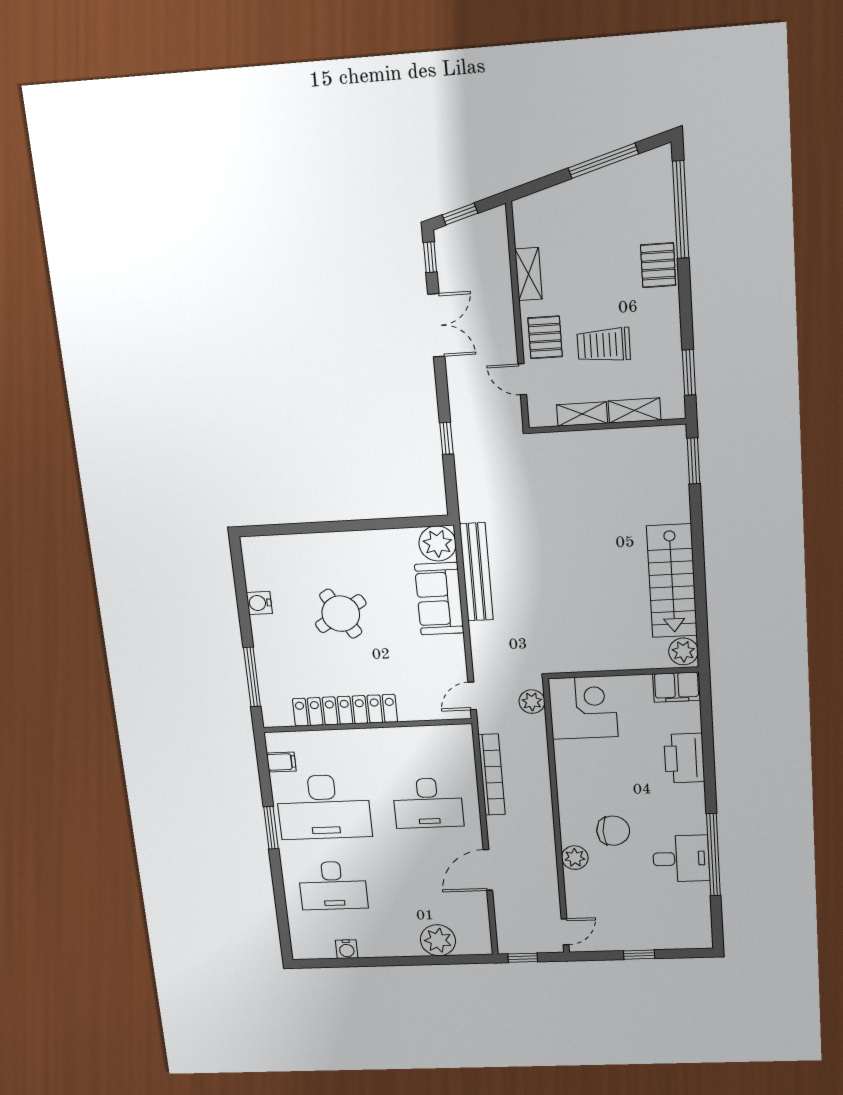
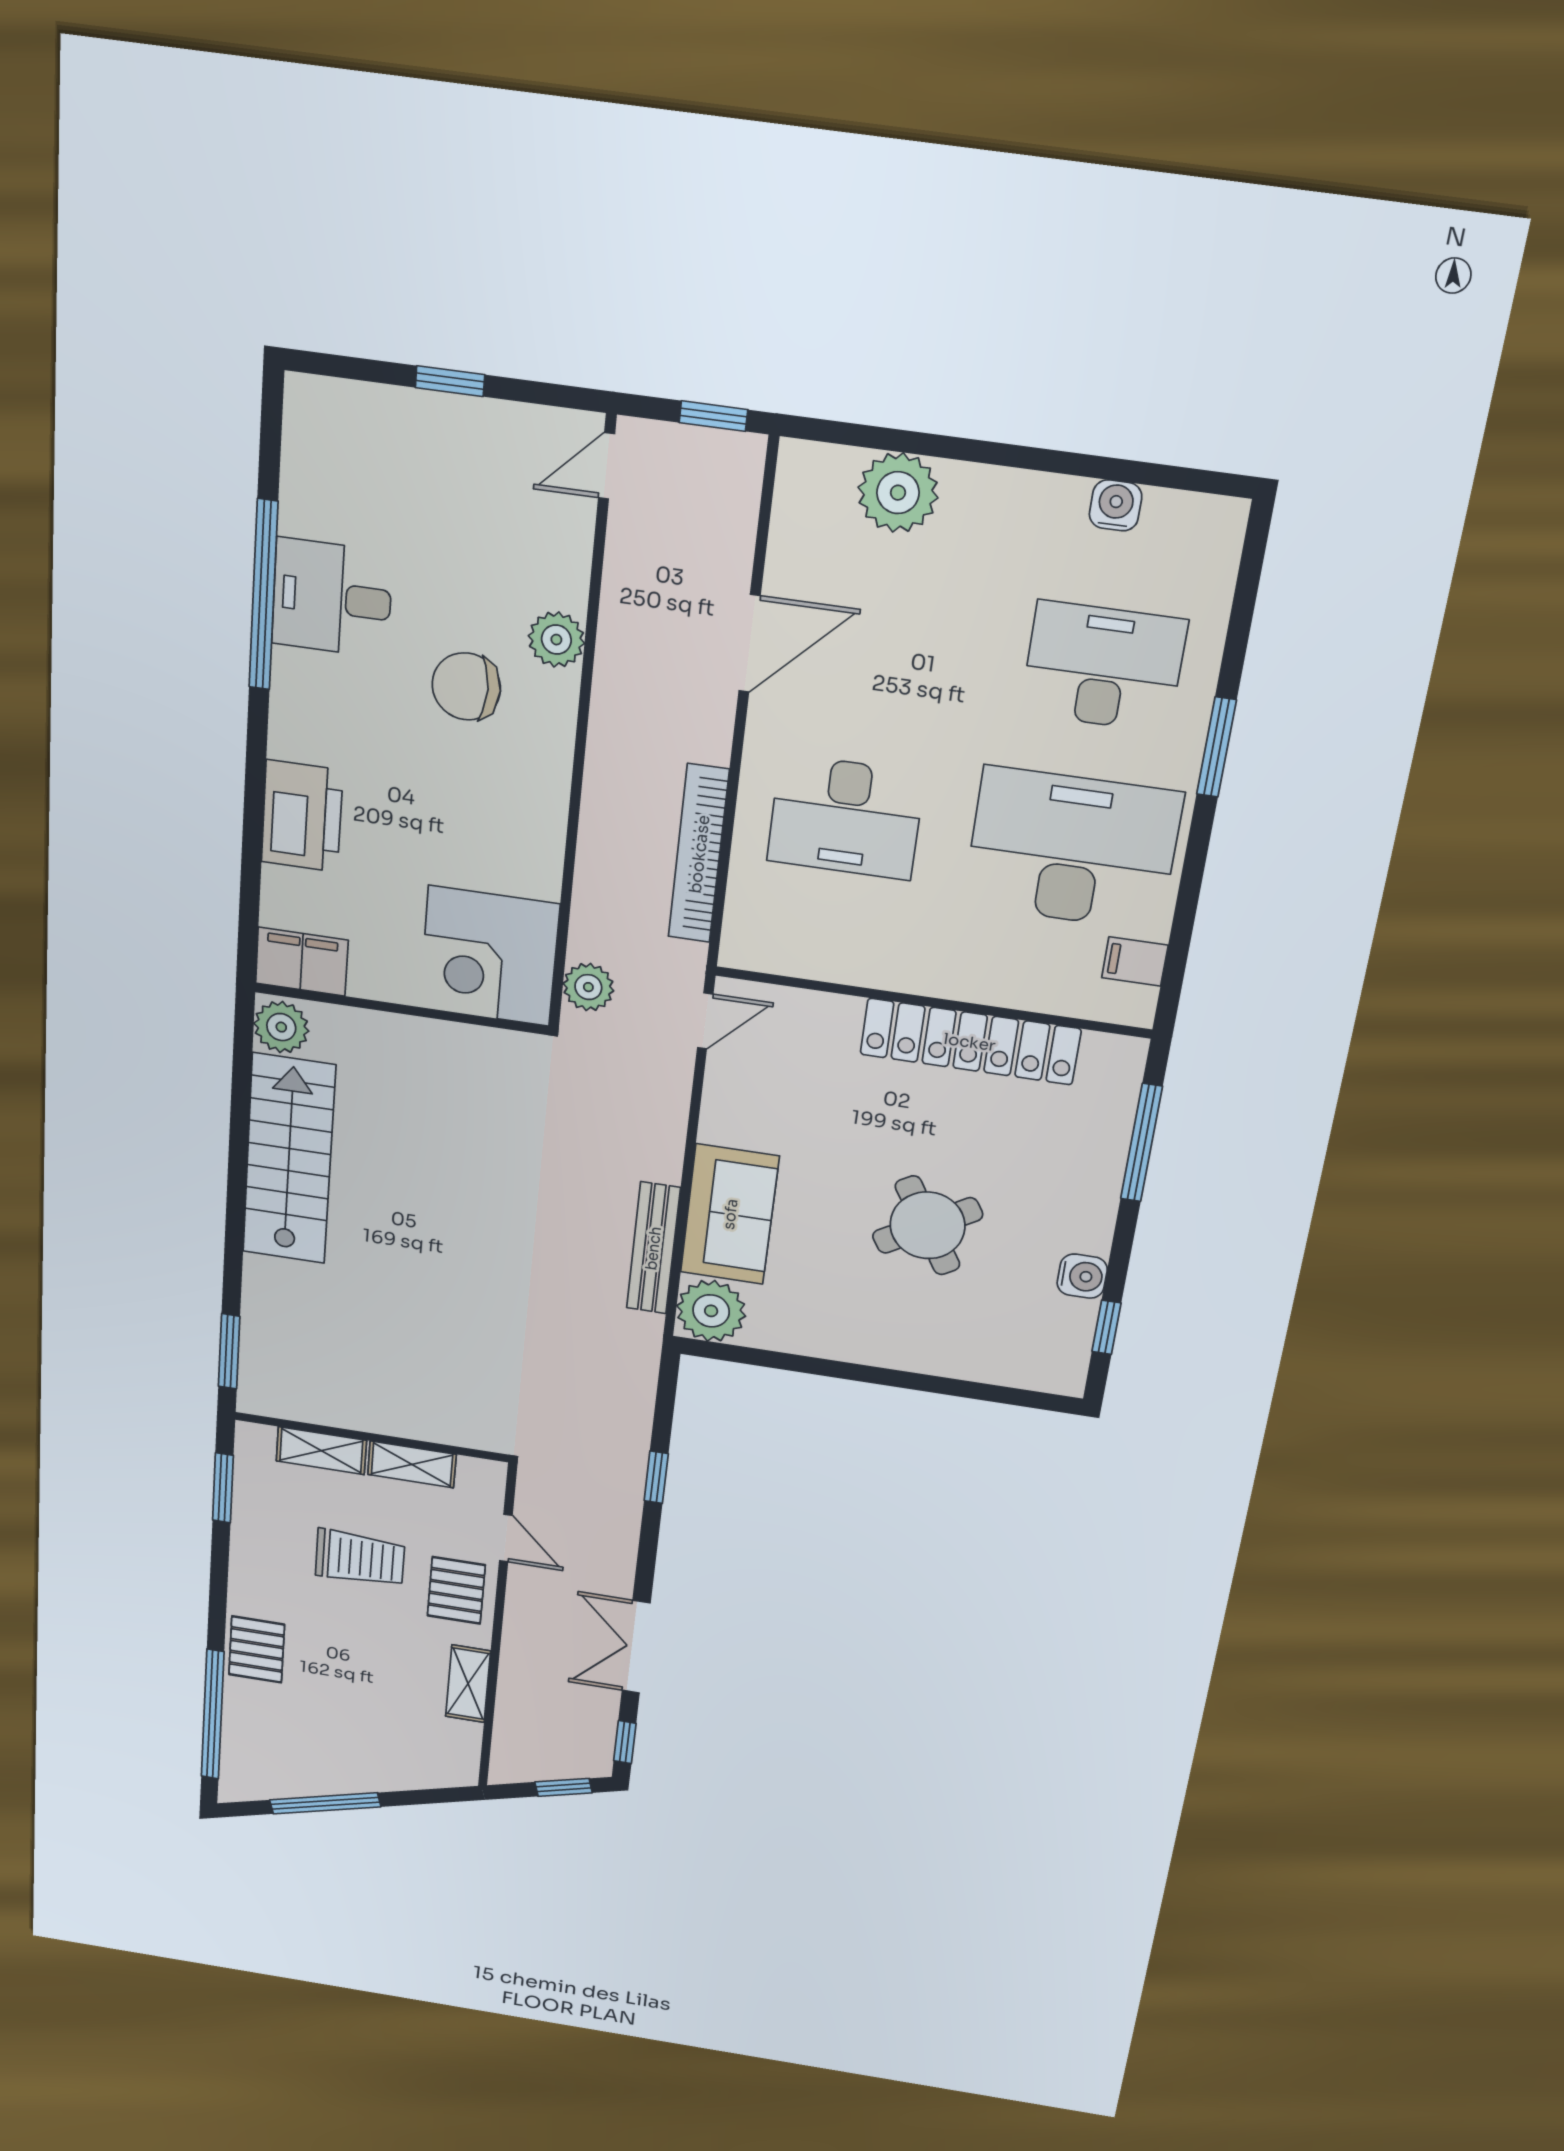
bench: (476, 572) -> (653, 1248), width x0.73, depth x0.82
window: (240, 578) -> (1107, 1327), added
desk: (428, 803) -> (846, 817), turned 180
window: (271, 828) -> (1217, 747), moved

